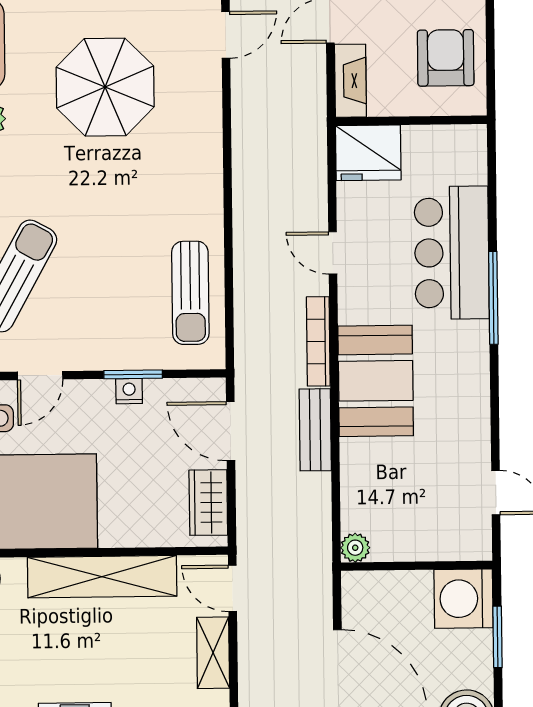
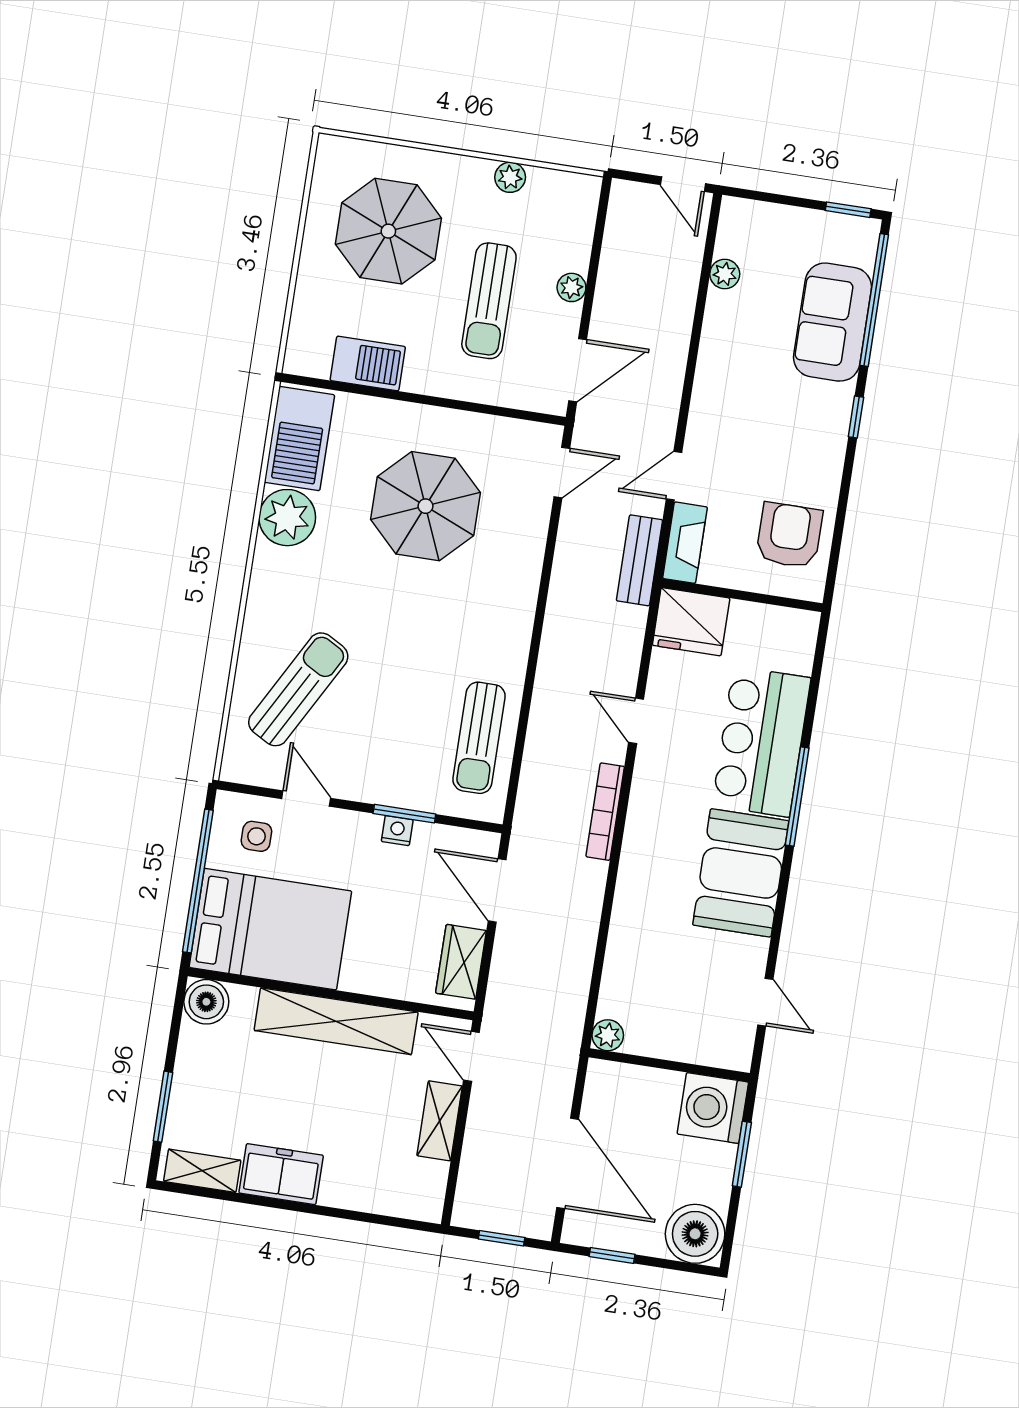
door: (40, 376) -> (306, 798), swing flipped
booth: (376, 381) -> (741, 873), moved
bench: (315, 430) -> (640, 560), moved

